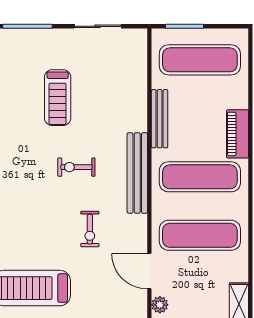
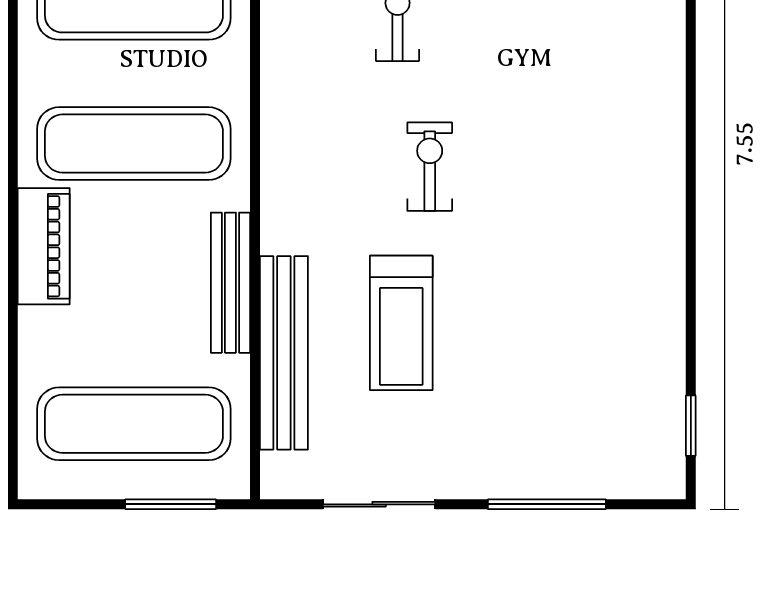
treadmill: (58, 98) -> (401, 323), moved, turned 180
exercise bike: (76, 167) -> (430, 167), turned -90
bench: (137, 173) -> (284, 353), moved

